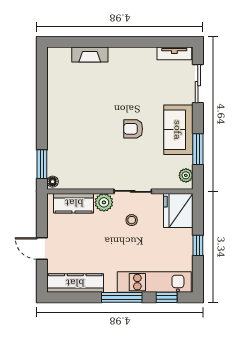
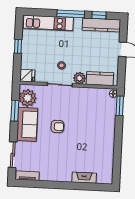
plant: (186, 175) -> (28, 98), width x1.88, depth x1.88
fridge: (178, 210) -> (27, 76), width x0.53, depth x0.75
window: (167, 297) -> (99, 15), moved

